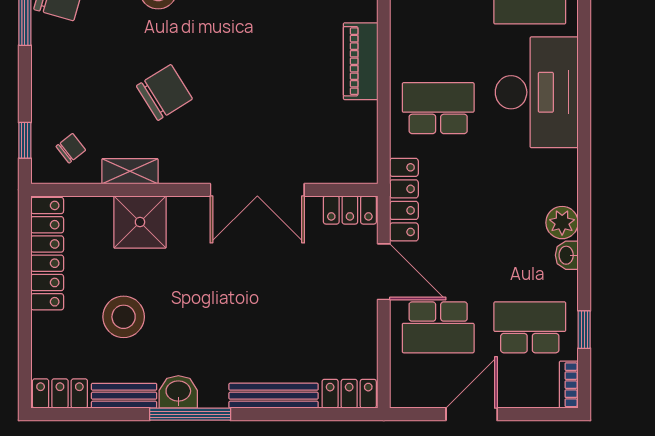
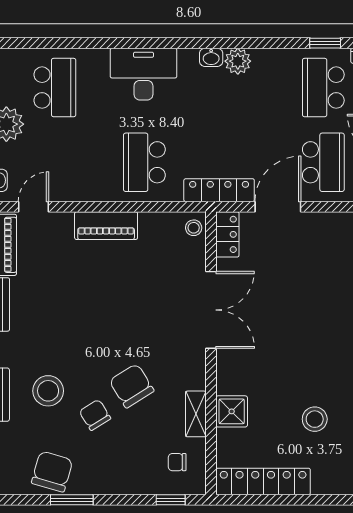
chair: (129, 48) -> (95, 415), added
desk: (537, 92) -> (143, 74), width x0.73, depth x0.77
chair: (71, 148) -> (177, 462), turned -52
stool: (358, 168) -> (194, 228), added
shower: (140, 222) -> (232, 411), width x0.73, depth x0.73
washbasin: (567, 255) -> (211, 57), moved
stool: (124, 317) -> (315, 419), width x0.73, depth x0.73

